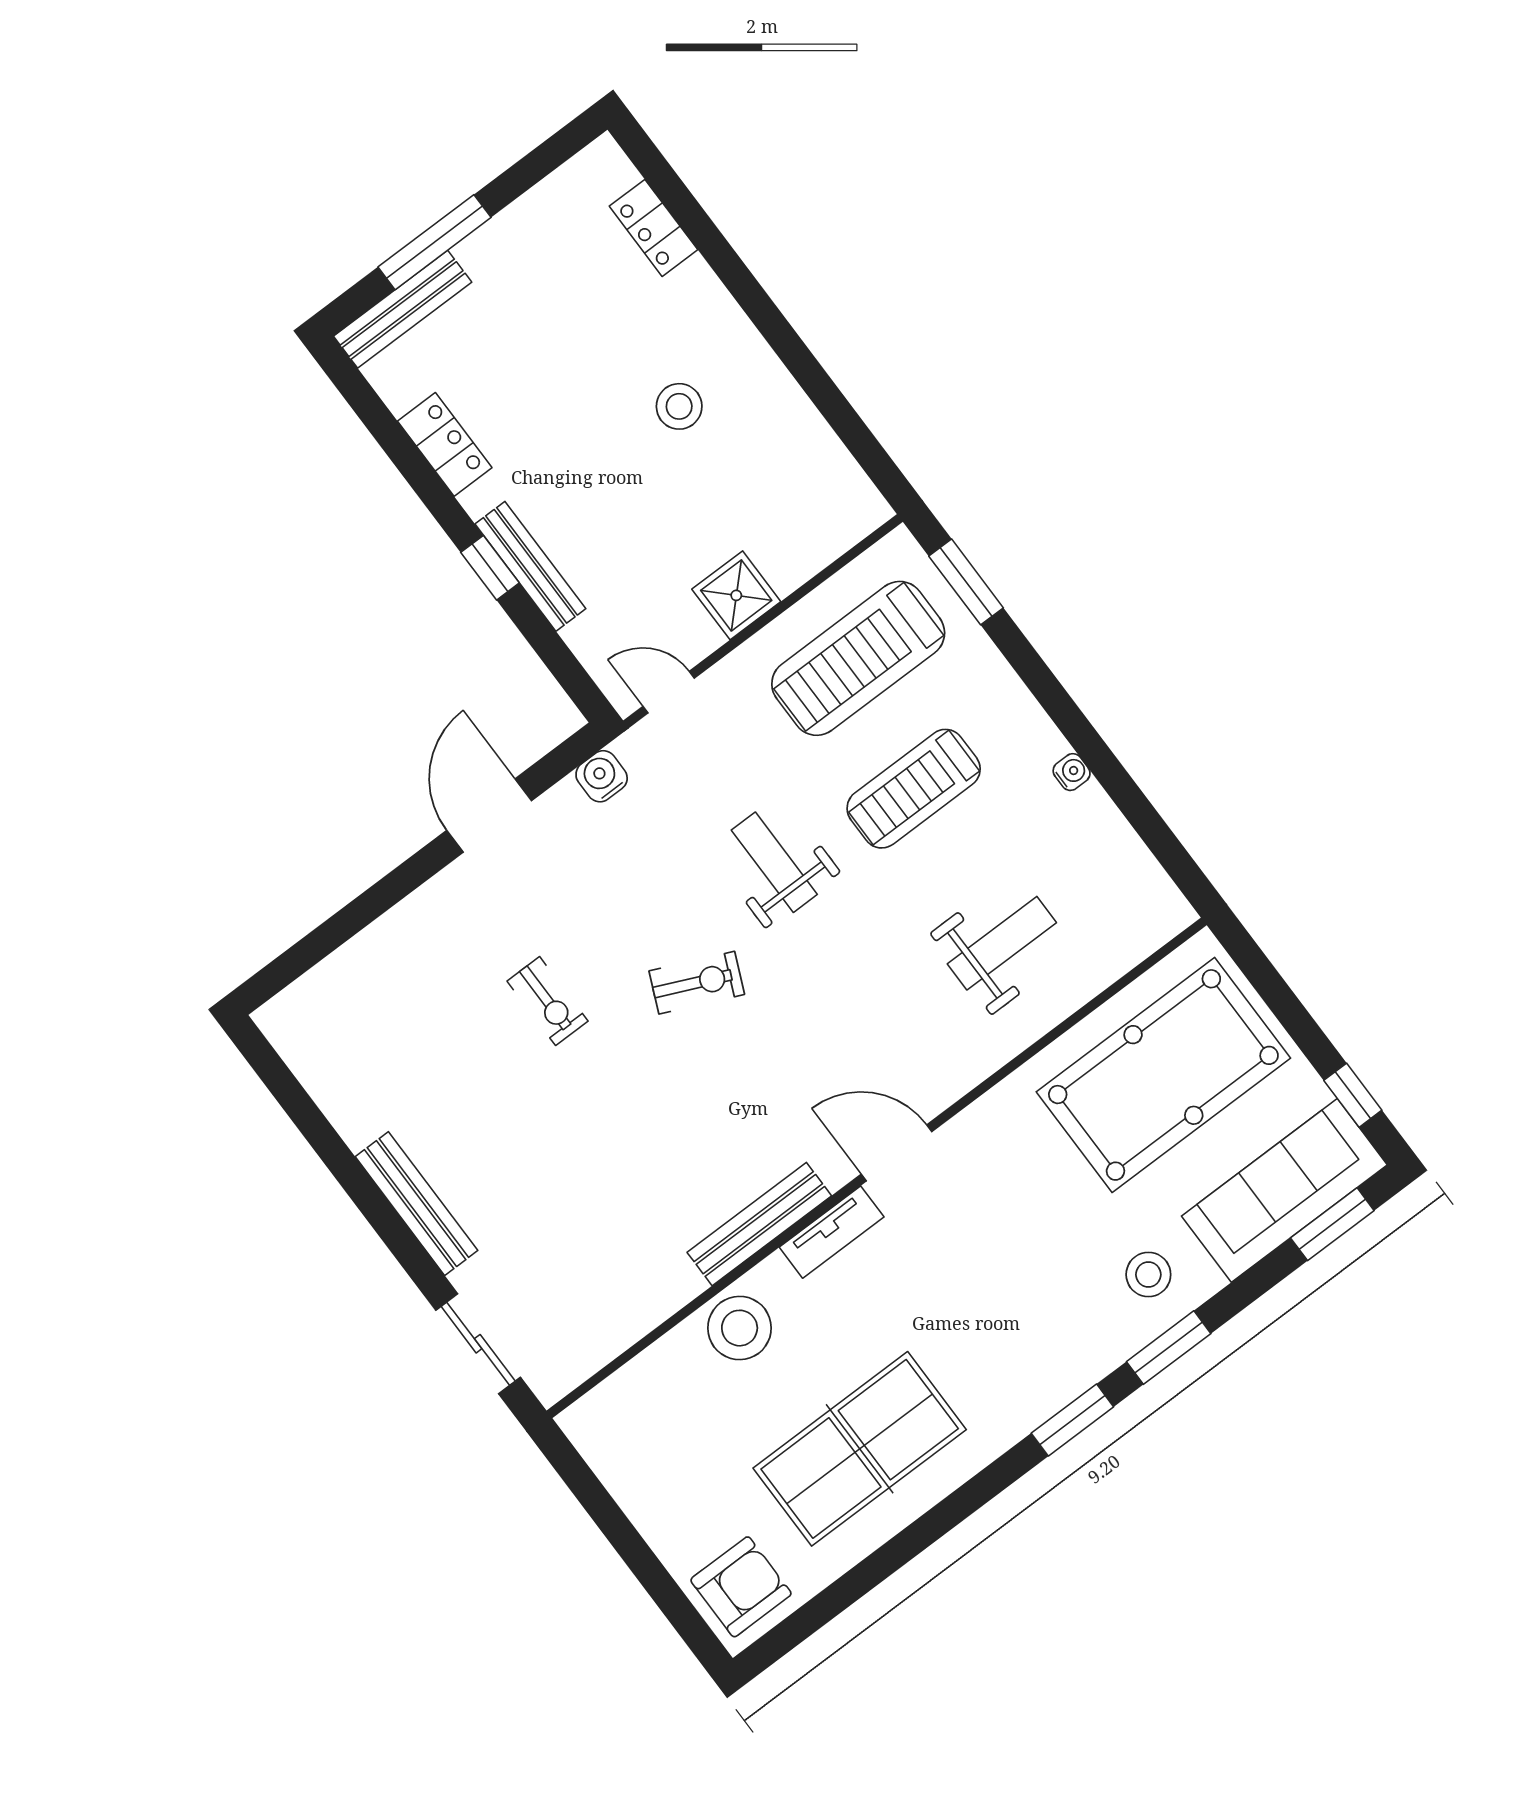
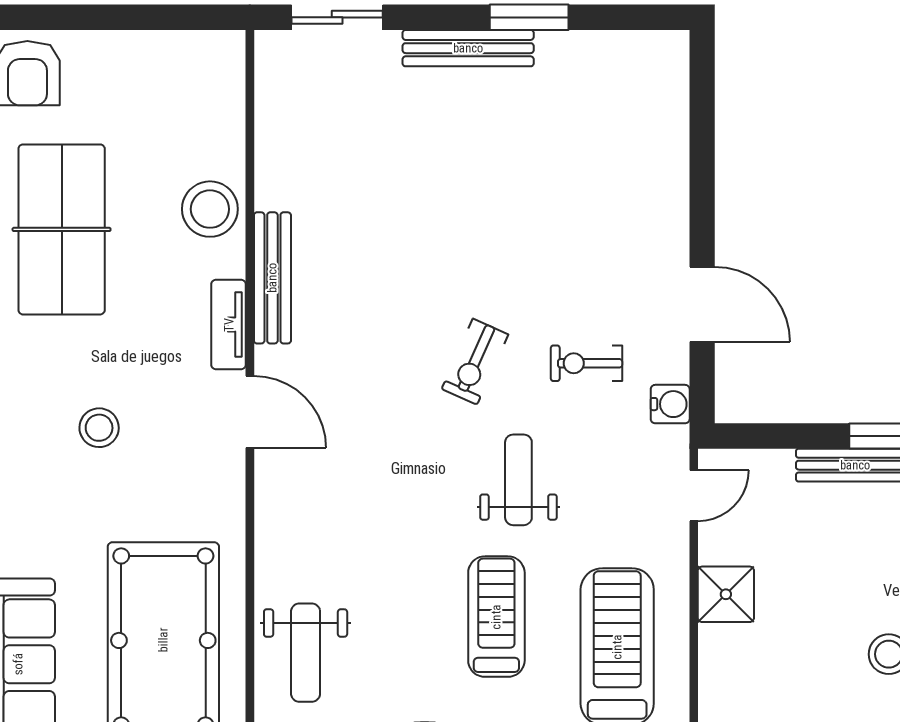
weight bench: (774, 862) -> (518, 480), turned -90
weight bench: (1002, 943) -> (306, 653), moved
exercise bike: (548, 1001) -> (586, 363), moved
door: (897, 1153) -> (250, 412), hinge flipped
window: (347, 1169) -> (529, 17), added
stool: (1148, 1275) -> (99, 428), moved

